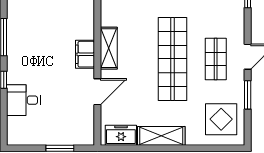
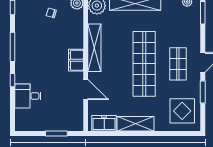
shelving: (109, 48) -> (94, 48), width x1.47
door: (97, 92) -> (86, 90), hinge flipped

